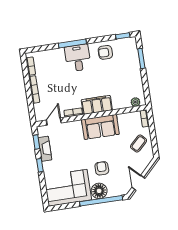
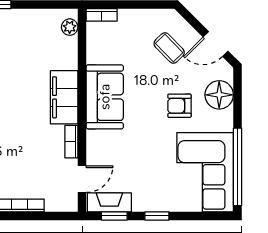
door: (54, 121) -> (82, 179), swing flipped
coffee table: (139, 144) -> (169, 48), moved
fireplace: (45, 149) -> (109, 202), moved
floor lamp: (99, 191) -> (219, 95), moved
window: (101, 201) -> (238, 167), moved

